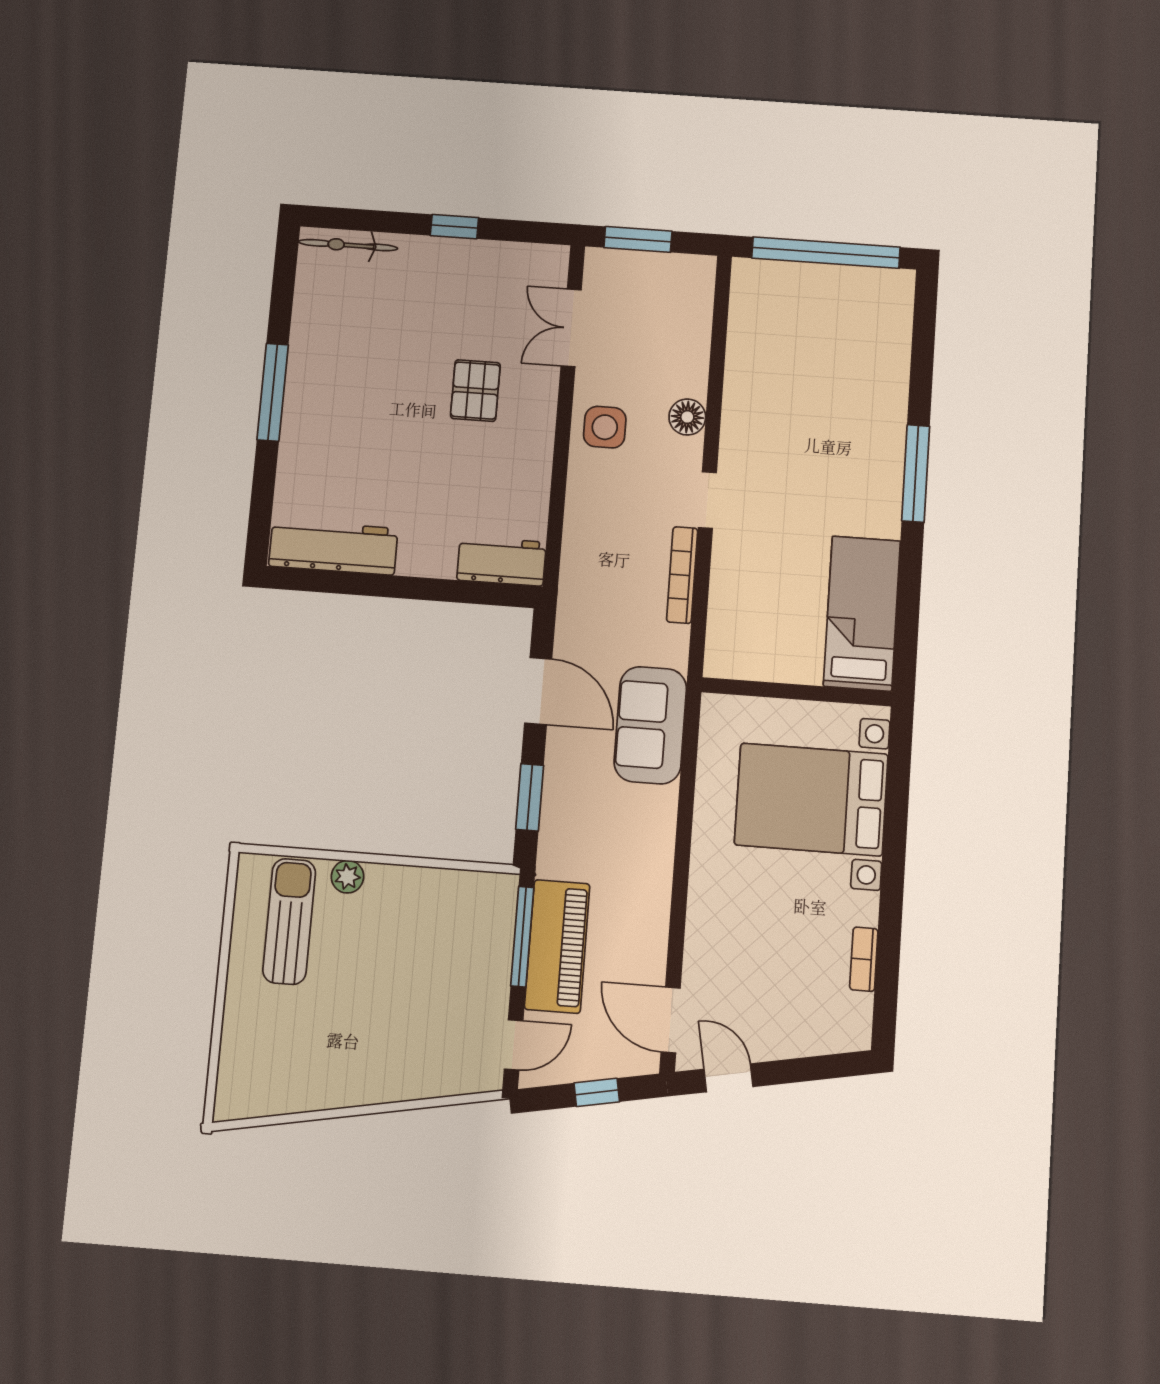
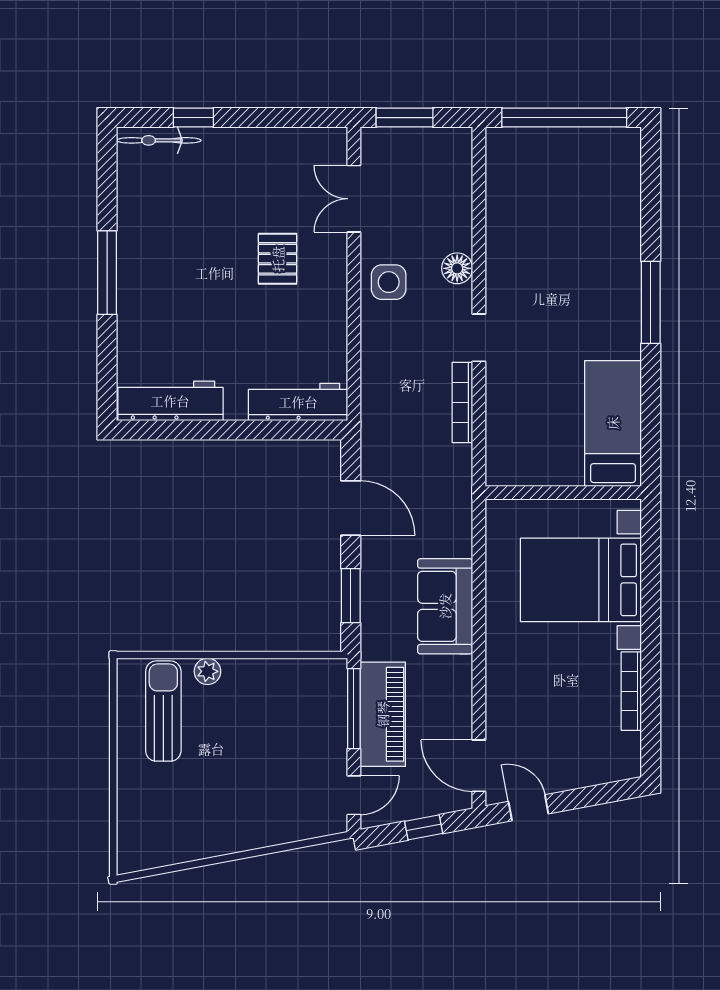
window: (455, 227) -> (193, 118), moved
workbench: (502, 561) -> (298, 402), width x1.38
sofa: (650, 725) -> (445, 606), moved
bookcase: (864, 959) -> (631, 691), width x1.56

